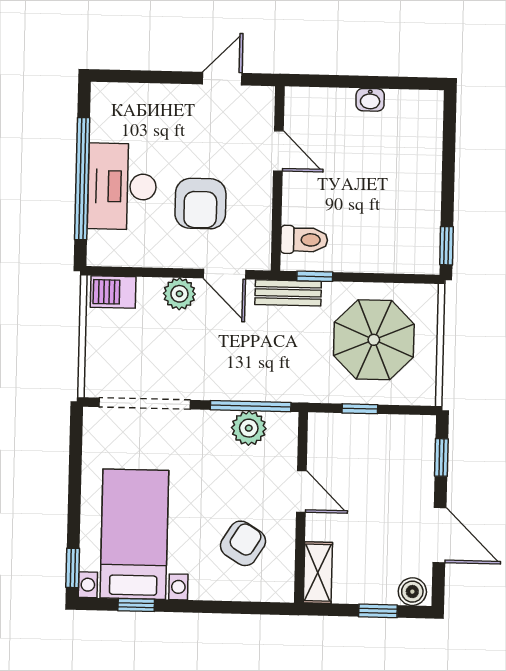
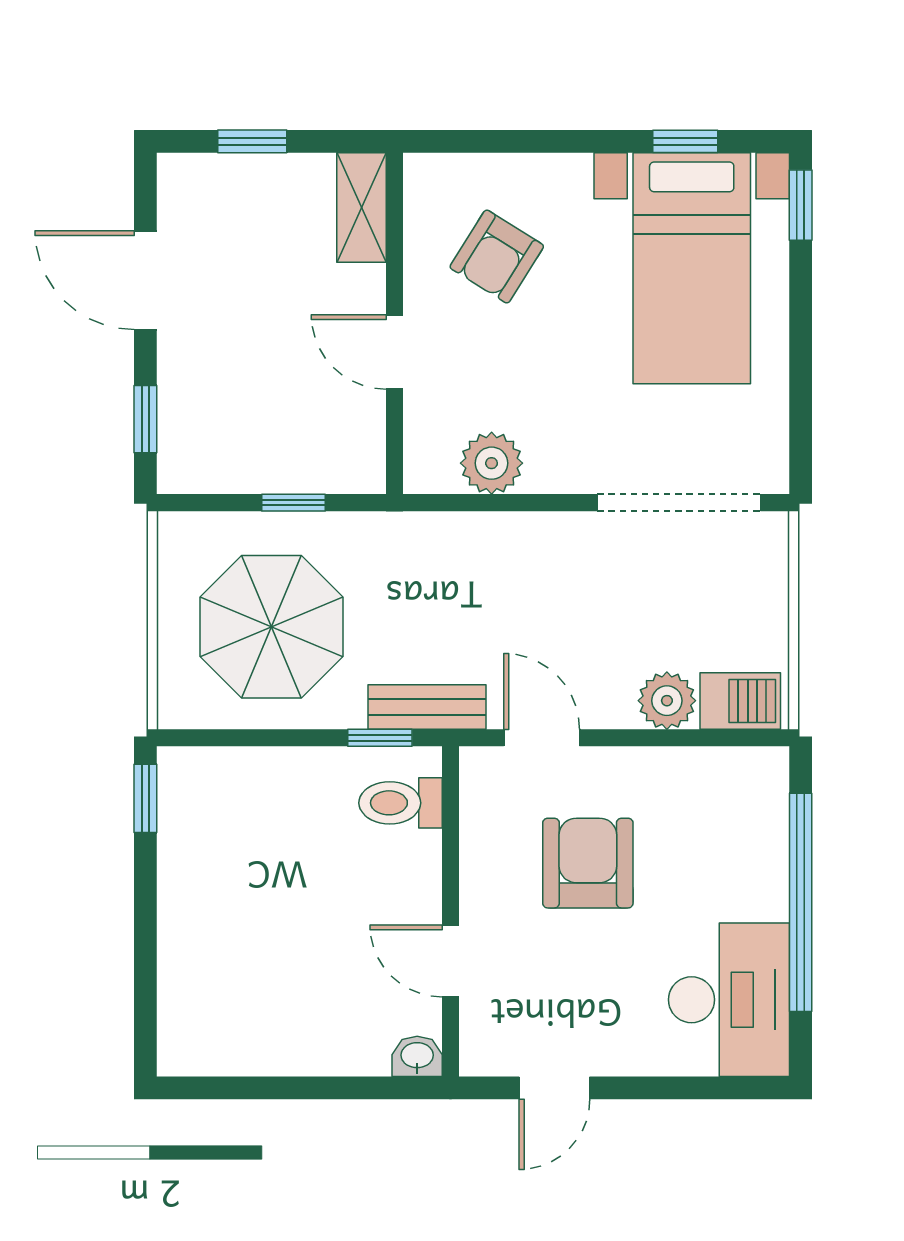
washbasin: (370, 100) -> (417, 1056), moved
desk: (122, 186) -> (729, 1000), moved
plant: (179, 294) -> (667, 701), moved
window: (251, 406) -> (489, 503), removed
boiler: (412, 592) -> (191, 178), removed

